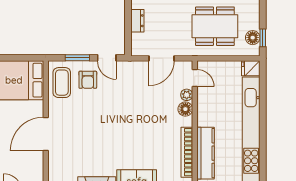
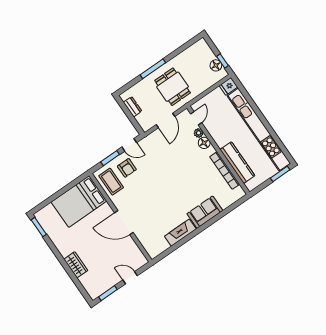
dining table: (215, 26) -> (173, 87), moved, width x0.73
door: (195, 78) -> (196, 118), hinge flipped
door: (46, 134) -> (124, 223), hinge flipped

